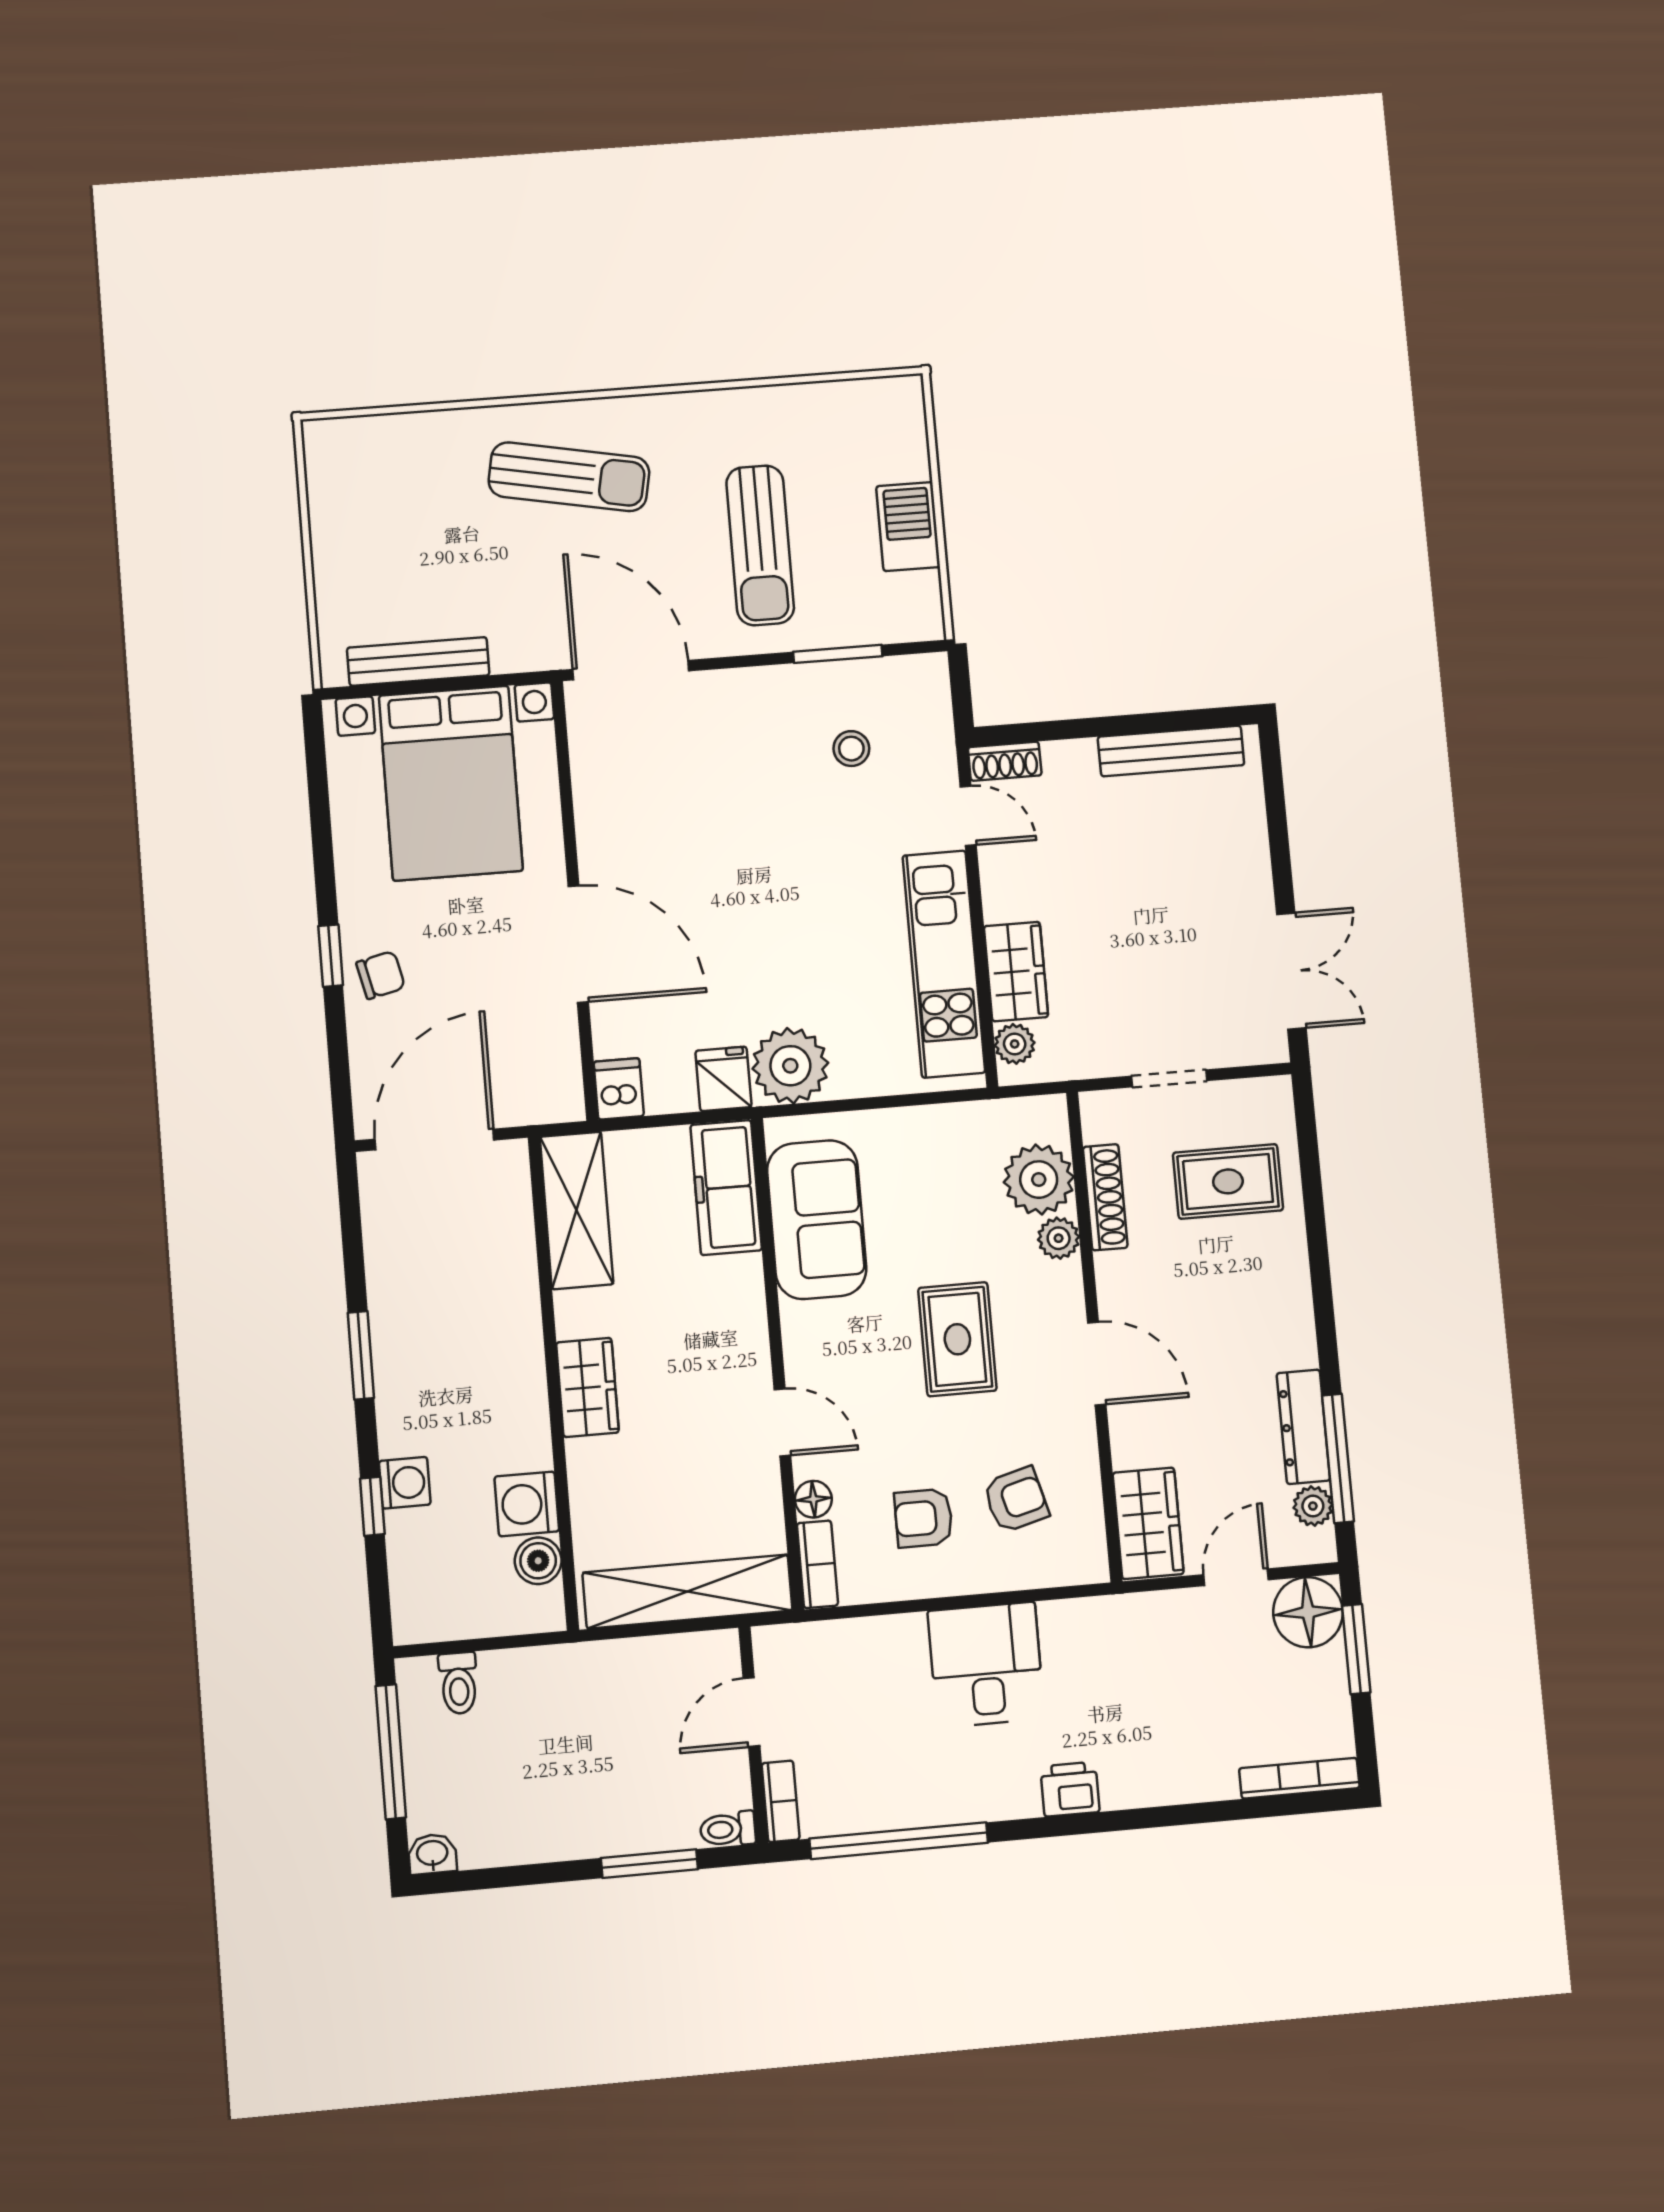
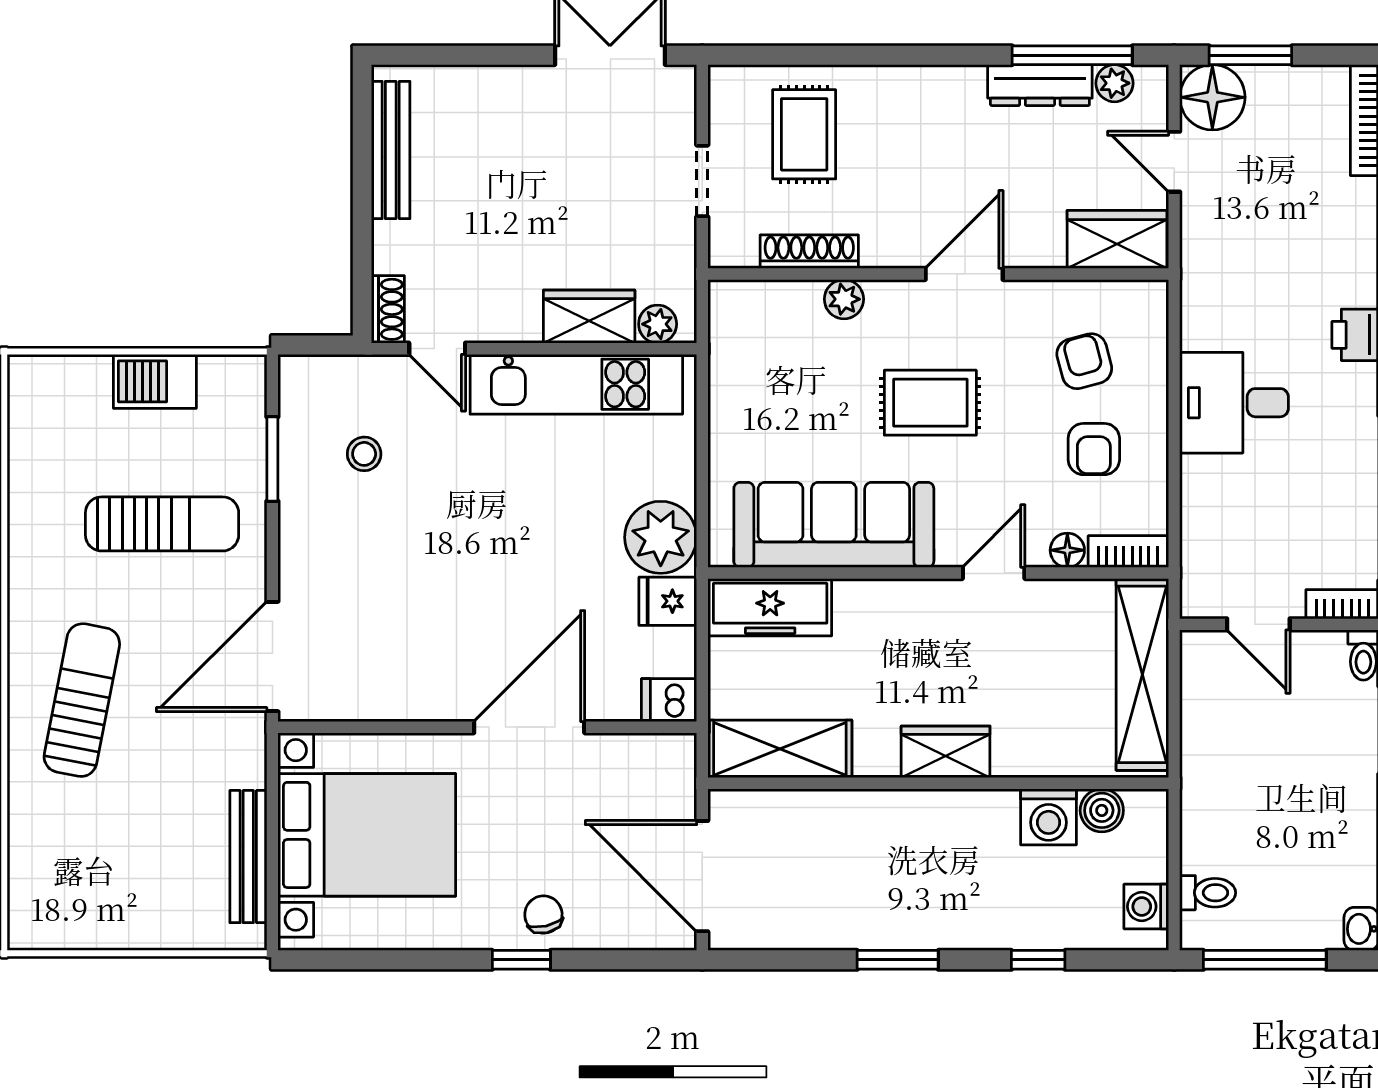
door: (968, 816) -> (437, 349), swing flipped
plant: (1039, 1180) -> (787, 313), removed
sofa: (817, 1220) -> (834, 525), width x1.36
washing machine: (405, 1483) -> (1146, 907), moved, turned -90

